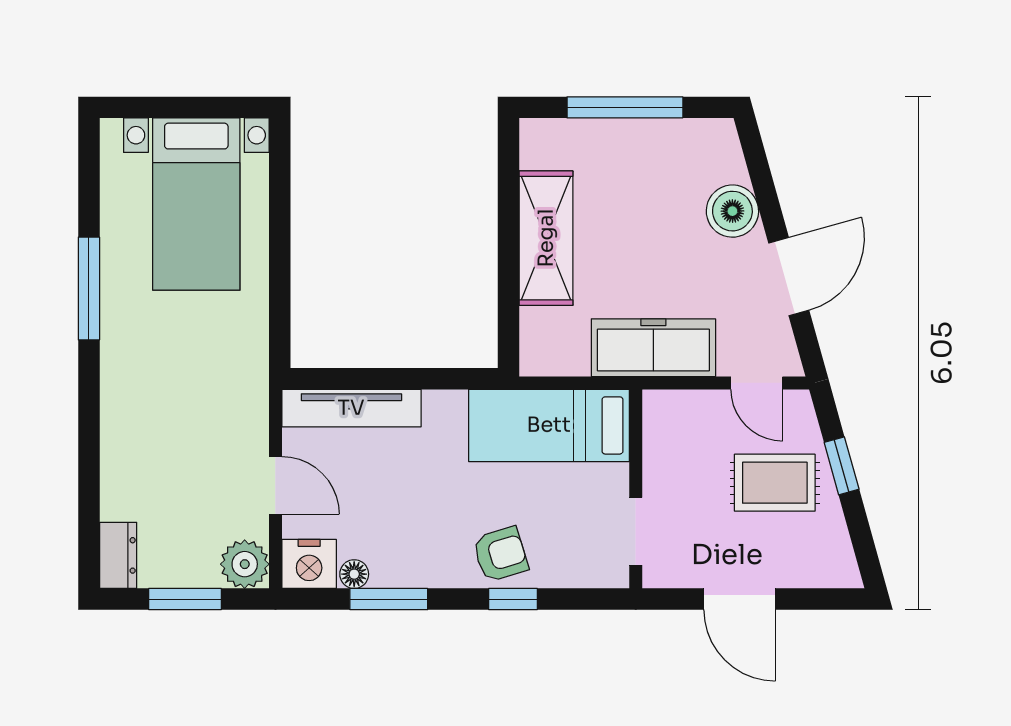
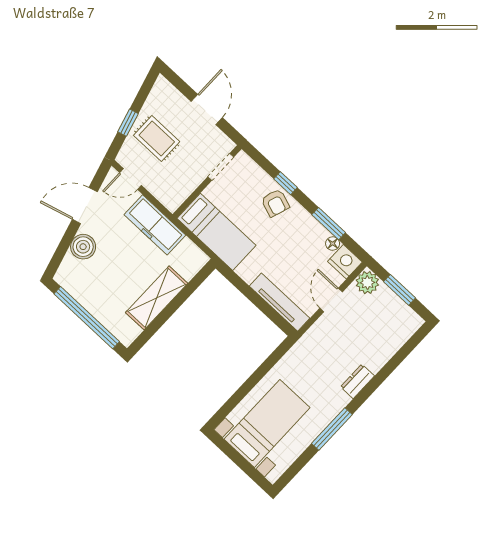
window: (625, 107) -> (87, 318), width x1.46
door: (757, 383) -> (130, 179), swing flipped
armchair: (500, 554) -> (275, 203), turned -144
dresser: (118, 555) -> (357, 381), moved

